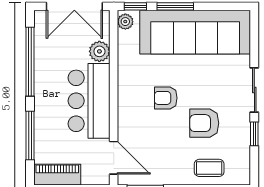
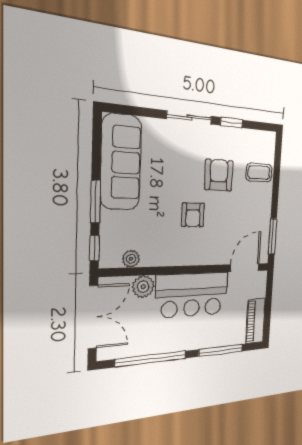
plant: (125, 22) -> (131, 259), moved
sofa: (195, 32) -> (121, 162), width x0.74, depth x0.79
armchair: (204, 123) -> (219, 175), turned 180
coffee table: (209, 168) -> (259, 173), turned 90

